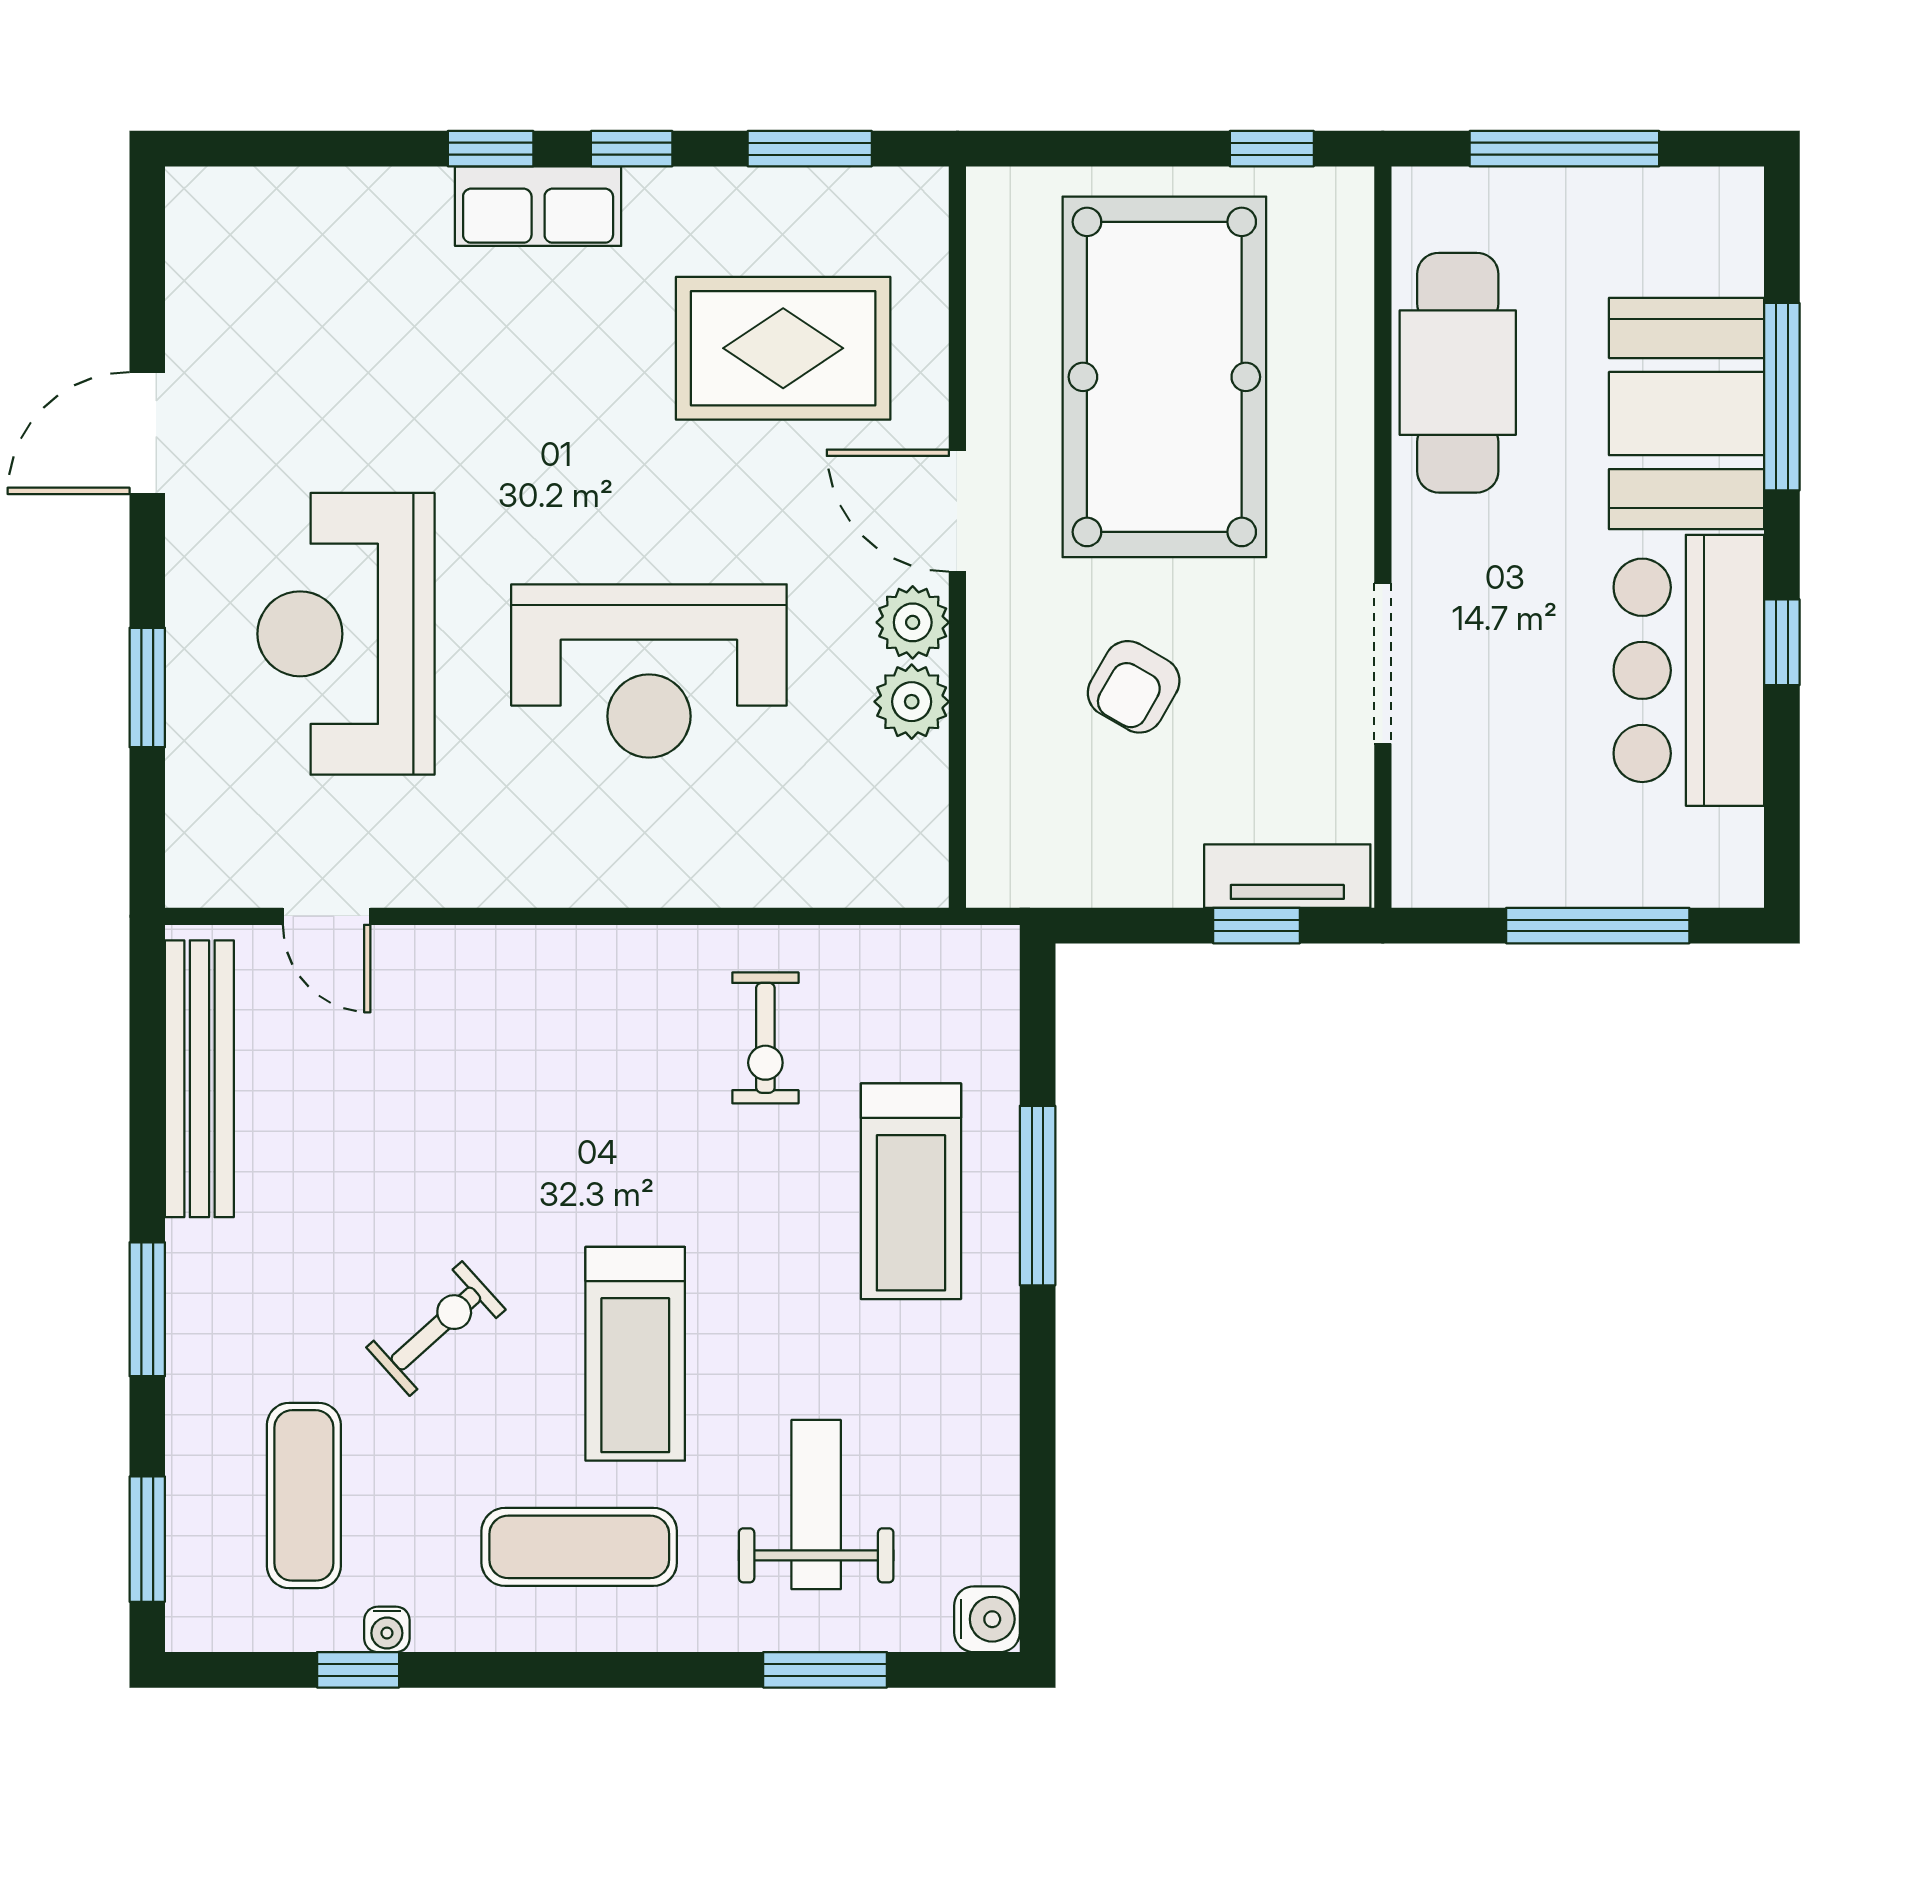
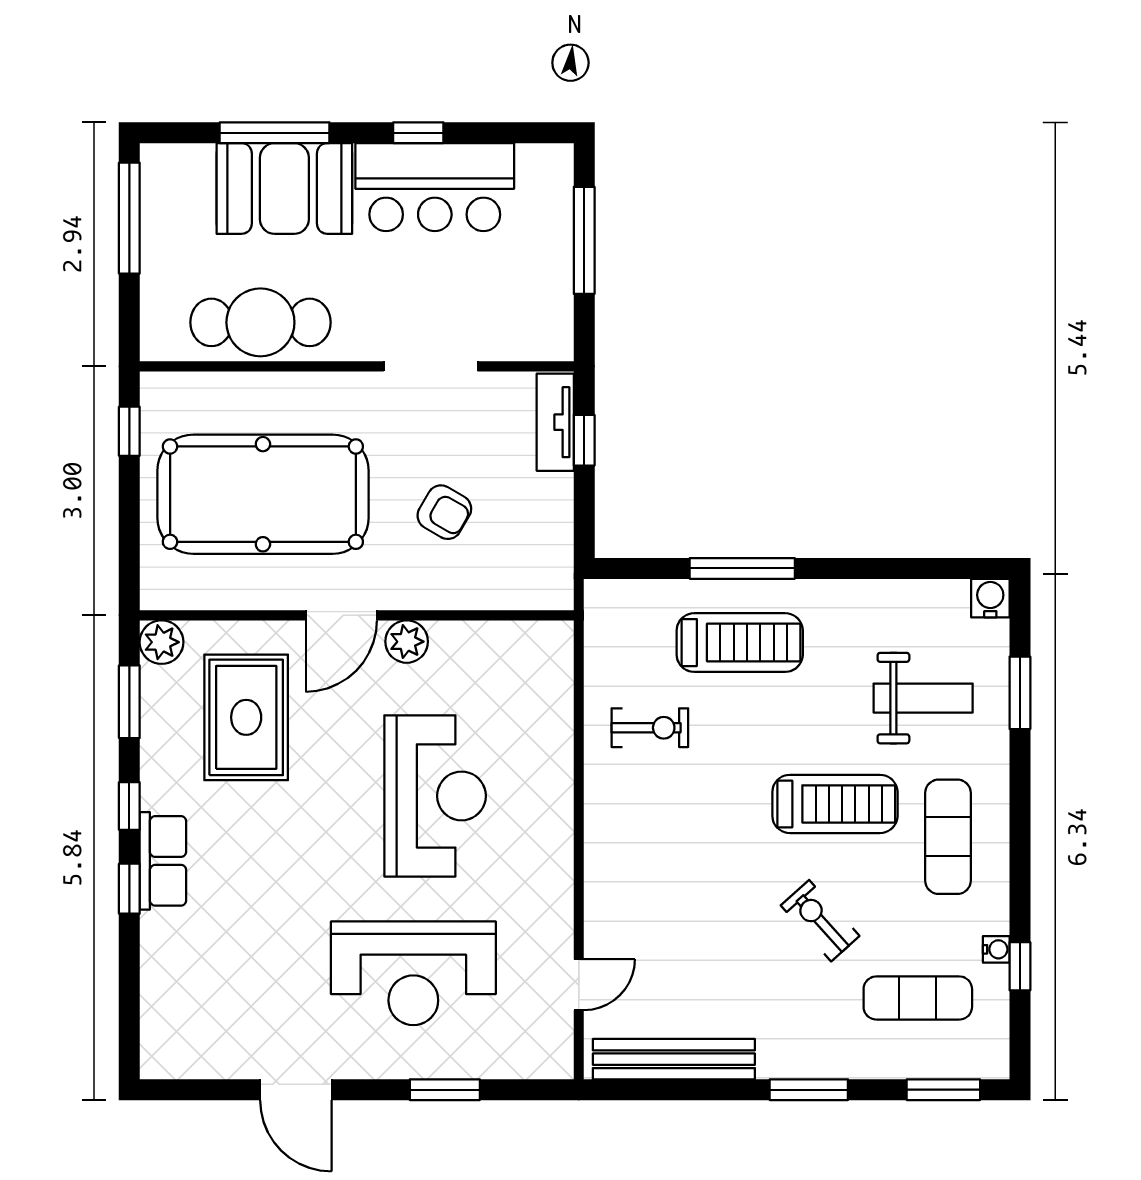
window: (1564, 149) -> (129, 218), moved
plant: (912, 702) -> (162, 642), moved
weight bench: (816, 1505) -> (923, 698), turned 180

